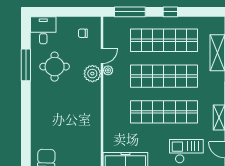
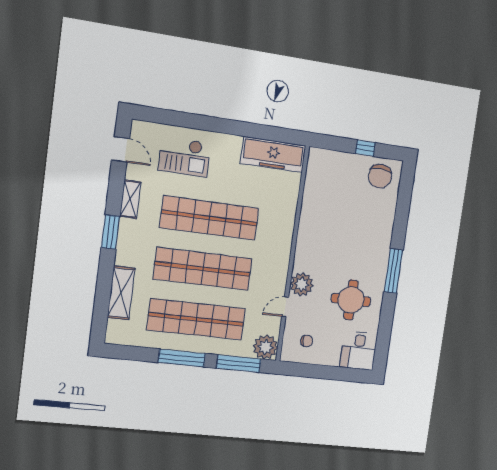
window: (170, 12) -> (182, 358), width x2.17
window: (26, 65) -> (393, 271), moved
plant: (108, 70) -> (265, 347), moved, width x1.88, depth x1.88

